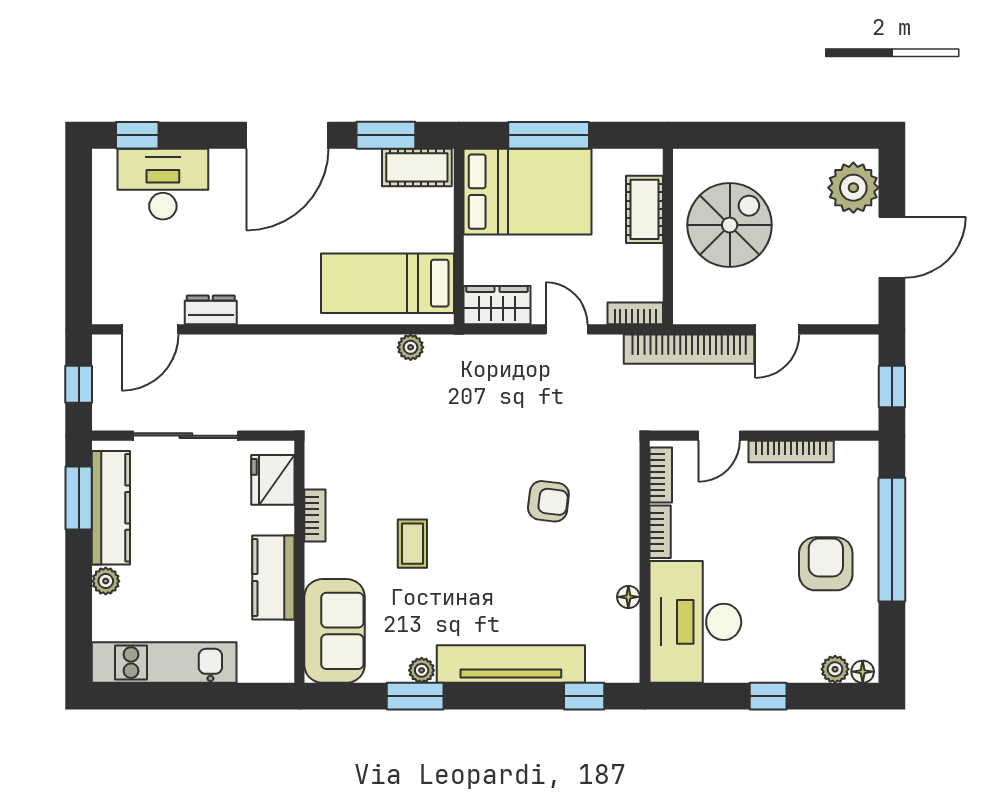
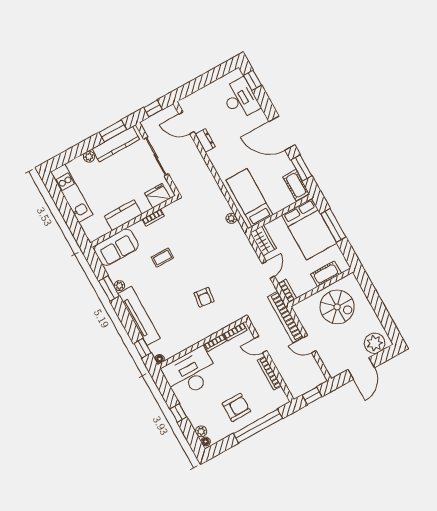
door: (892, 247) -> (361, 369), hinge flipped
floor lamp: (628, 597) -> (160, 359), moved

